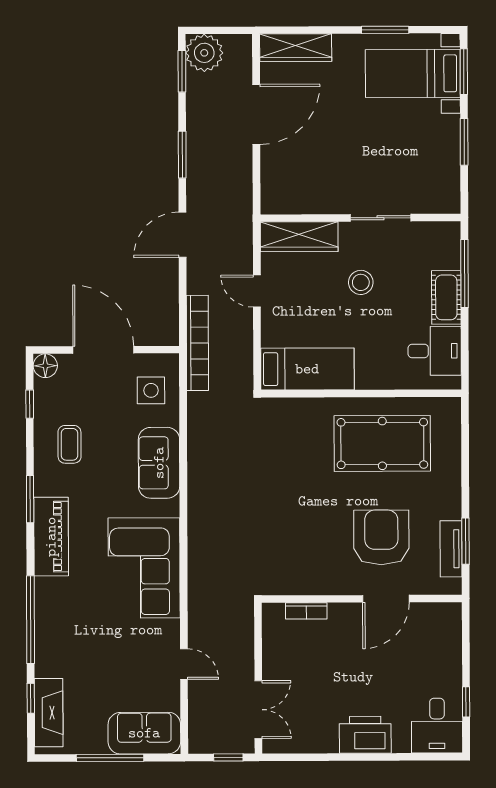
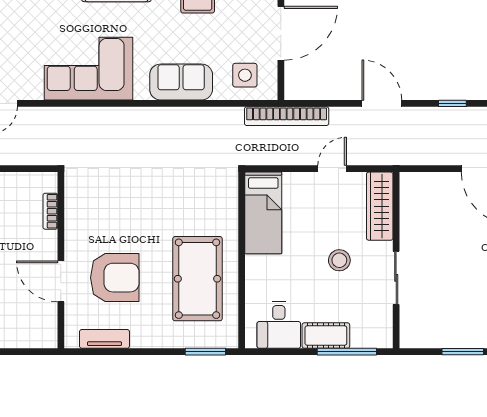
window: (182, 155) -> (452, 103), width x0.67
window: (465, 541) -> (205, 352), moved

